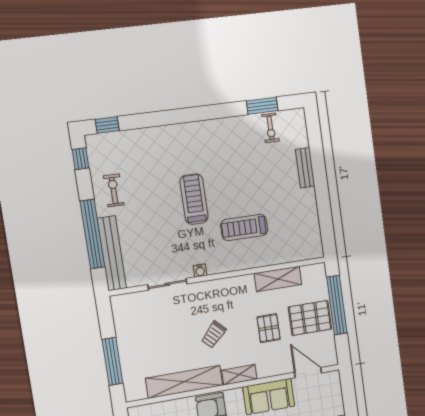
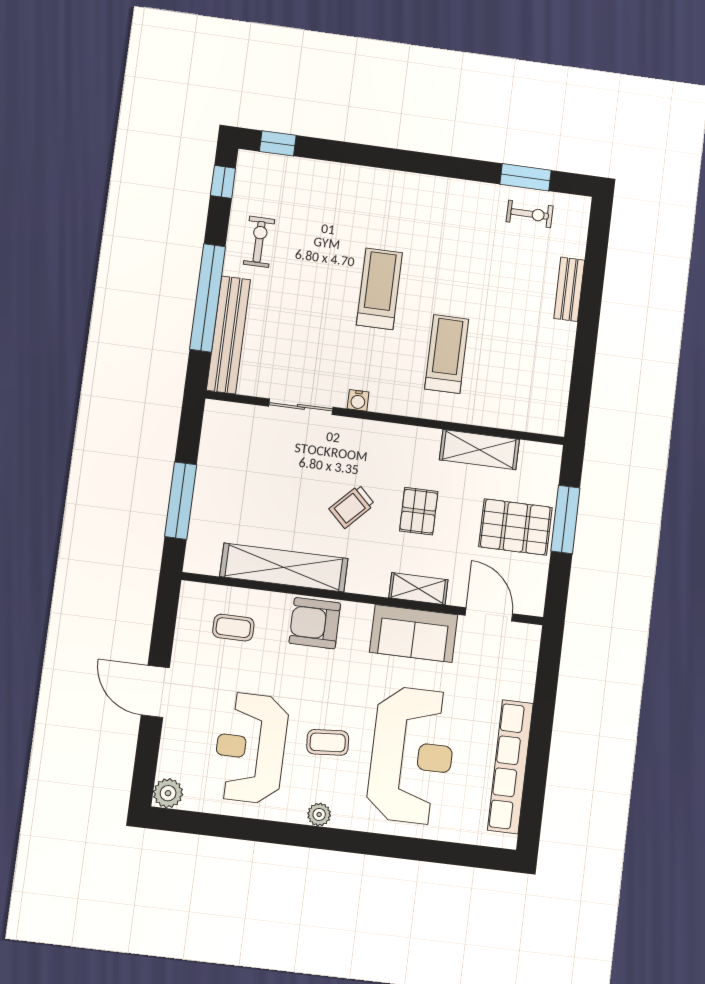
exercise bike: (270, 128) -> (530, 214), turned -90
treadmill: (244, 227) -> (447, 354), turned 90
window: (337, 305) -> (565, 519), width x0.68
pallet: (269, 328) -> (419, 511), moved
shelving: (239, 375) -> (418, 589), moved

